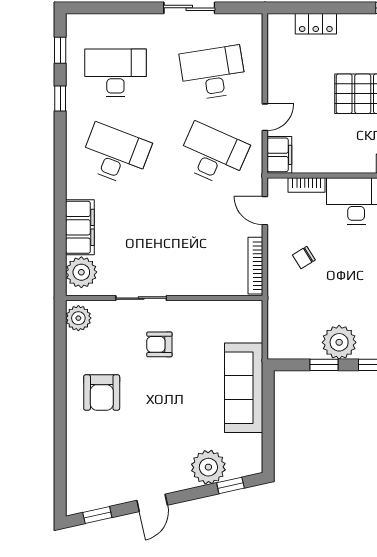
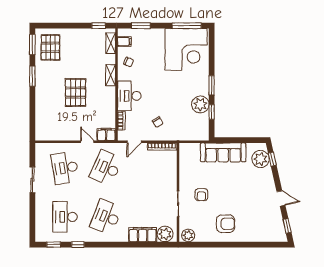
locker: (316, 24) -> (40, 116), removed
plant: (208, 467) -> (261, 159), moved

